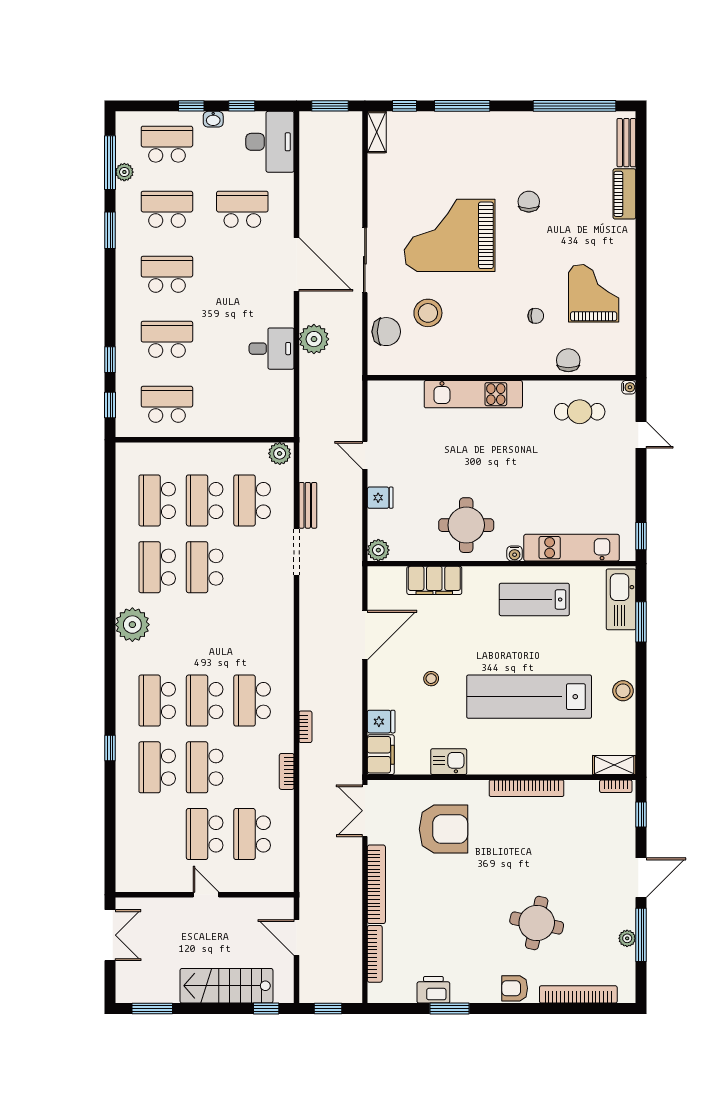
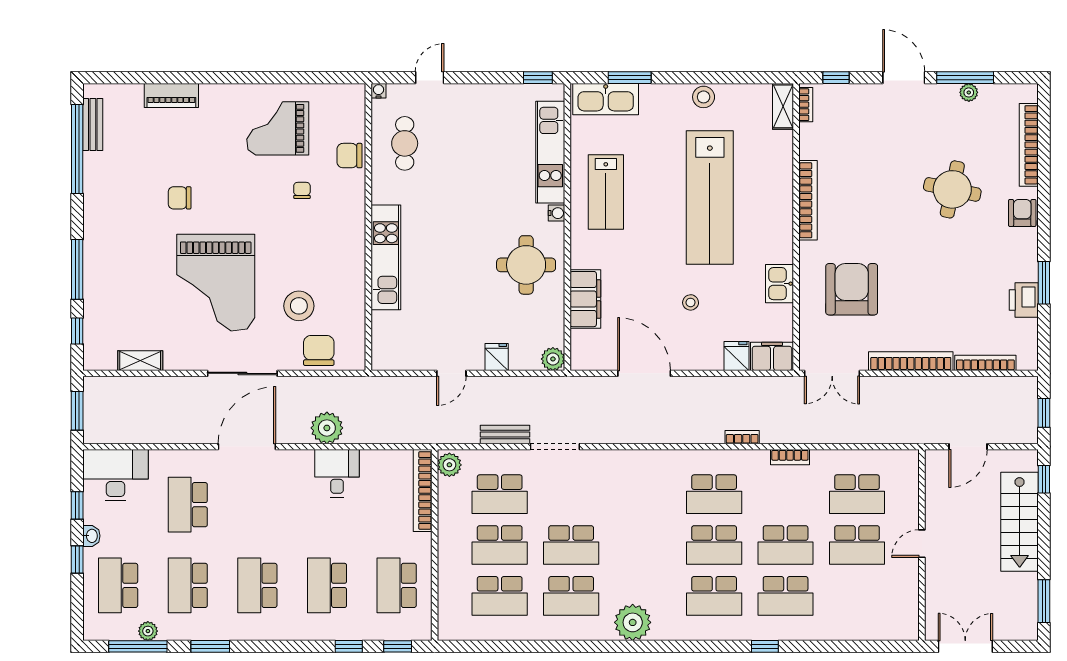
shelving: (377, 132) -> (140, 361), moved
bench: (626, 143) -> (93, 124), moved, turned 90
bookcase: (256, 428) -> (423, 490), added
armchair: (515, 988) -> (1022, 213), turned 180

